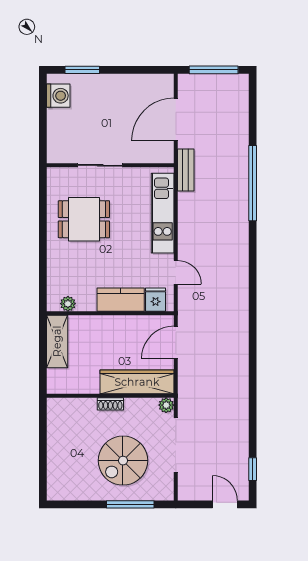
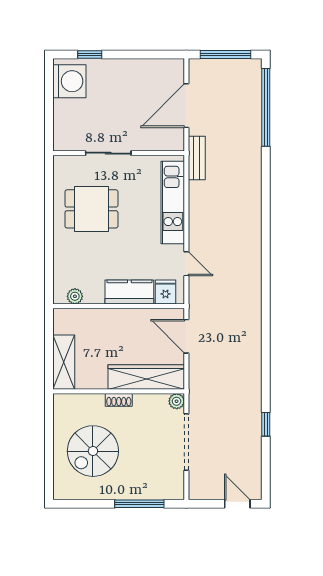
window: (82, 70) -> (90, 54), width x0.67
washing machine: (58, 96) -> (69, 81), width x1.37, depth x1.37
window: (253, 183) -> (266, 107), moved
shelving: (57, 341) -> (64, 362), moved
door: (176, 342) -> (186, 336), hinge flipped
spiral stairs: (123, 461) -> (93, 451), moved
window: (253, 469) -> (266, 424), moved

